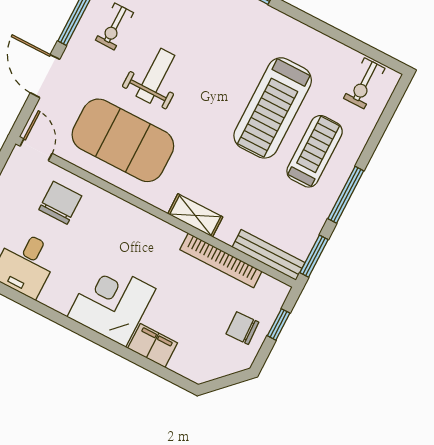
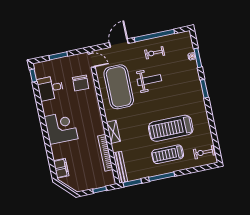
door: (36, 150) -> (92, 60), hinge flipped
treadmill: (315, 151) -> (168, 154), turned 180
chair: (60, 203) -> (81, 83), turned 92
chair: (242, 328) -> (88, 179), removed
filing cabinet: (153, 346) -> (61, 168), moved

